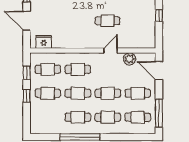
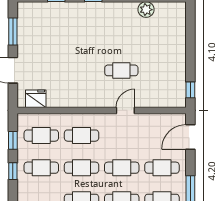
window: (159, 16) -> (190, 90), moved
plant: (130, 59) -> (151, 122), removed
door: (159, 70) -> (190, 137), hinge flipped

